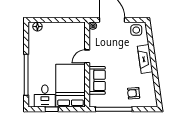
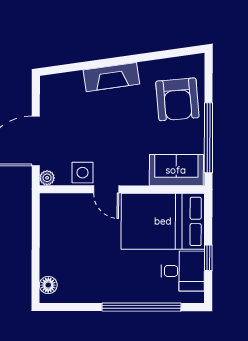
side table: (136, 30) -> (82, 173), moved
sofa: (97, 80) -> (176, 170), moved
armchair: (134, 93) -> (177, 99), width x1.88, depth x1.88

